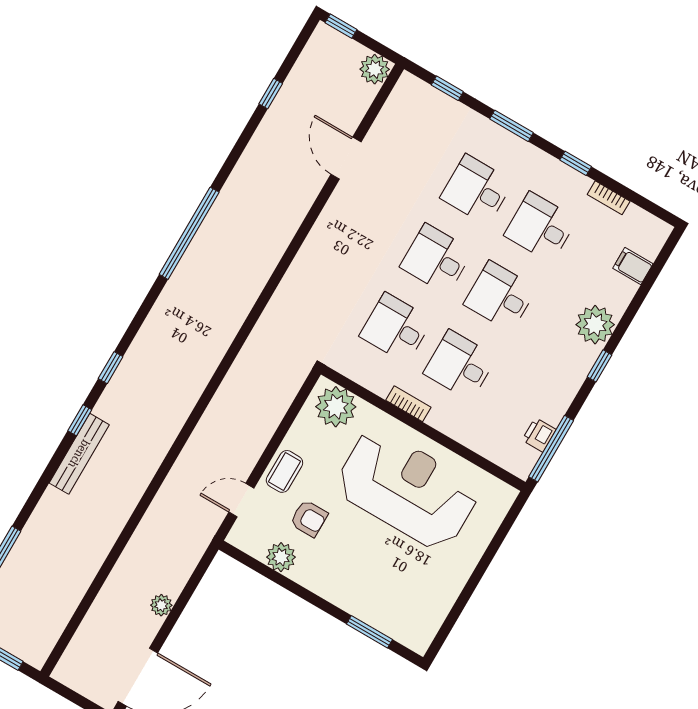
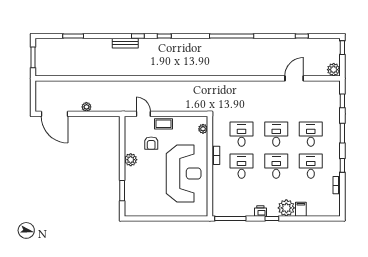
filing cabinet: (633, 266) -> (301, 209), moved
plant: (336, 407) -> (203, 129), width x0.53, depth x0.53
printer: (539, 435) -> (260, 211), moved
bench: (79, 454) -> (125, 43), width x0.73
plant: (281, 557) -> (131, 160), moved

